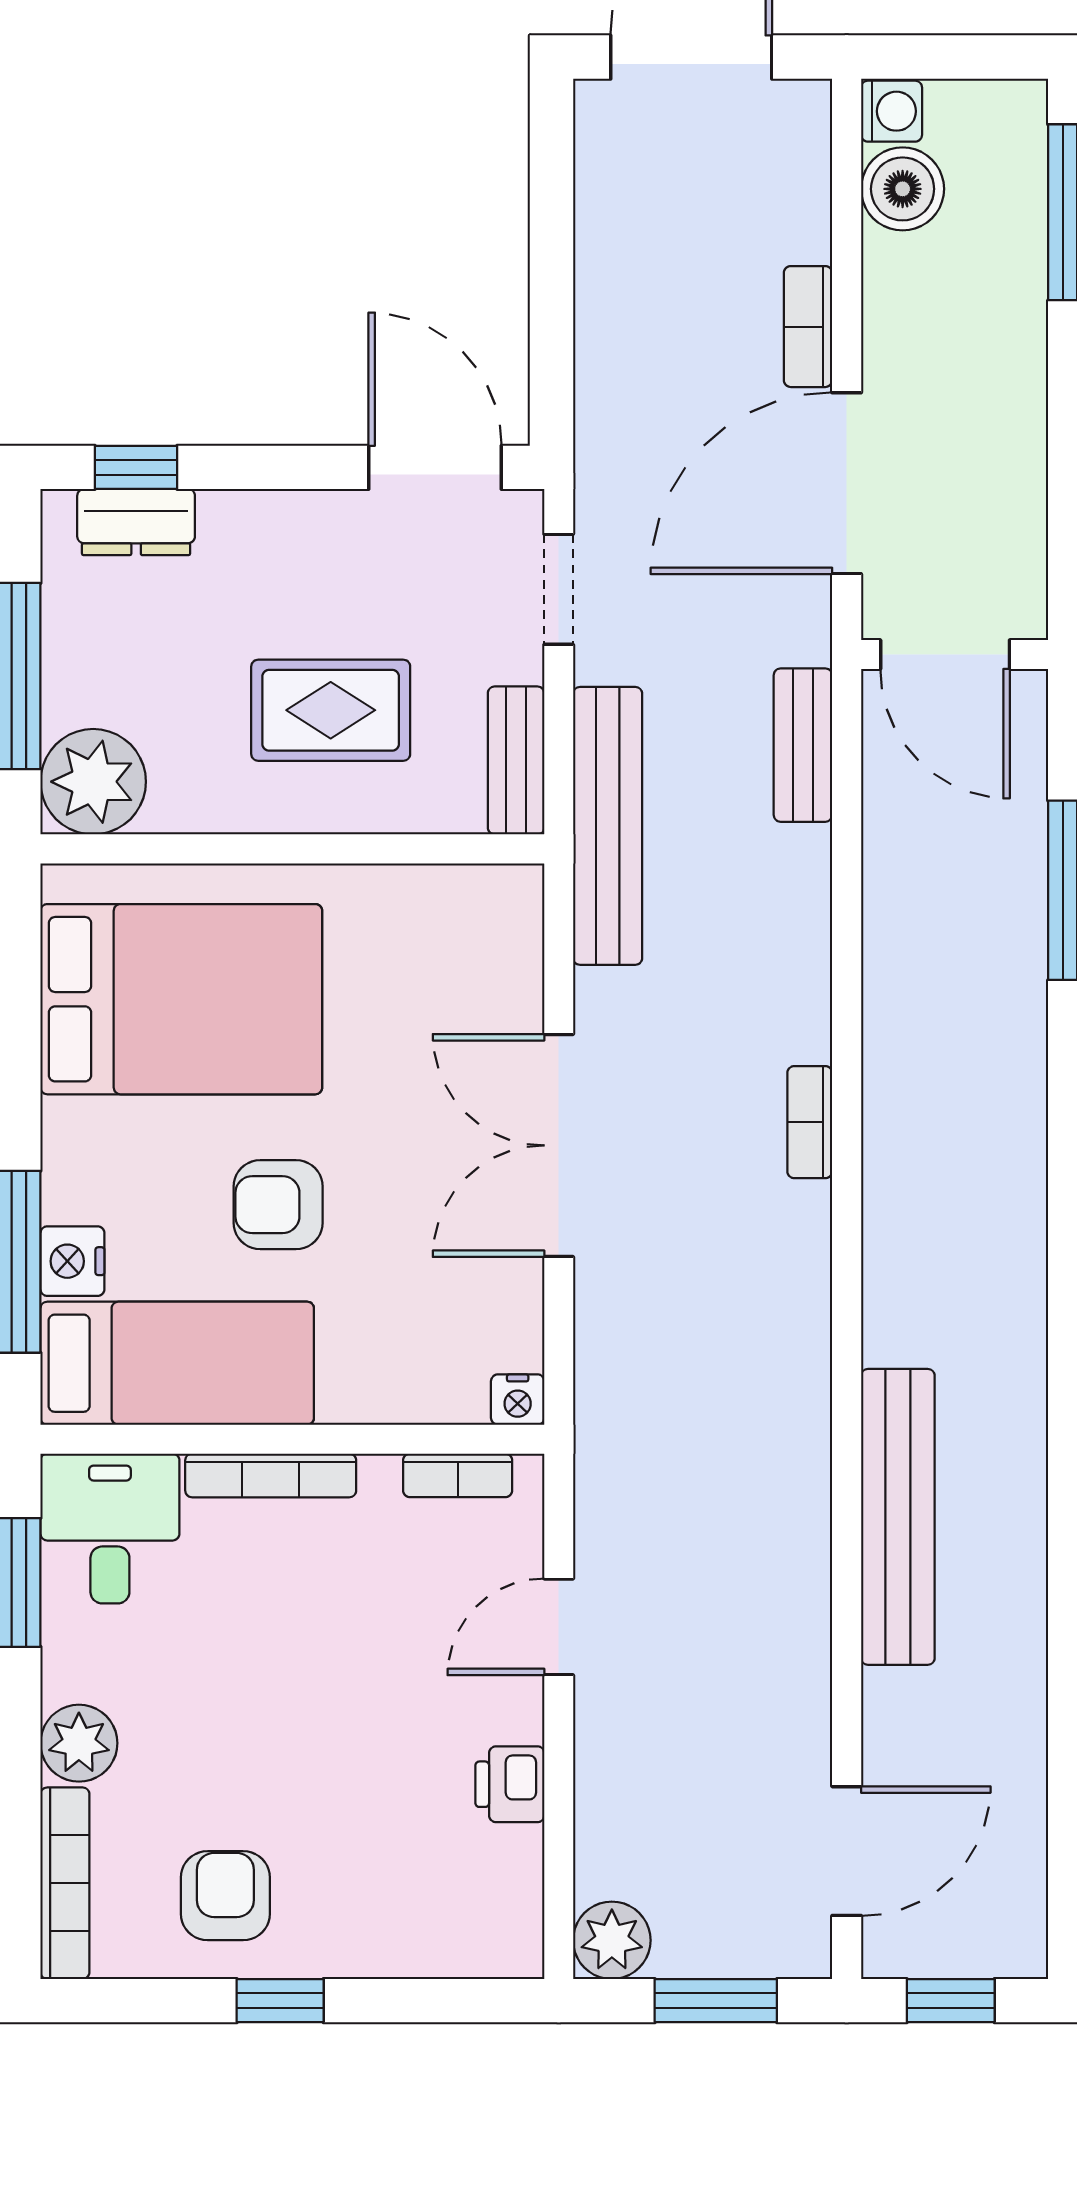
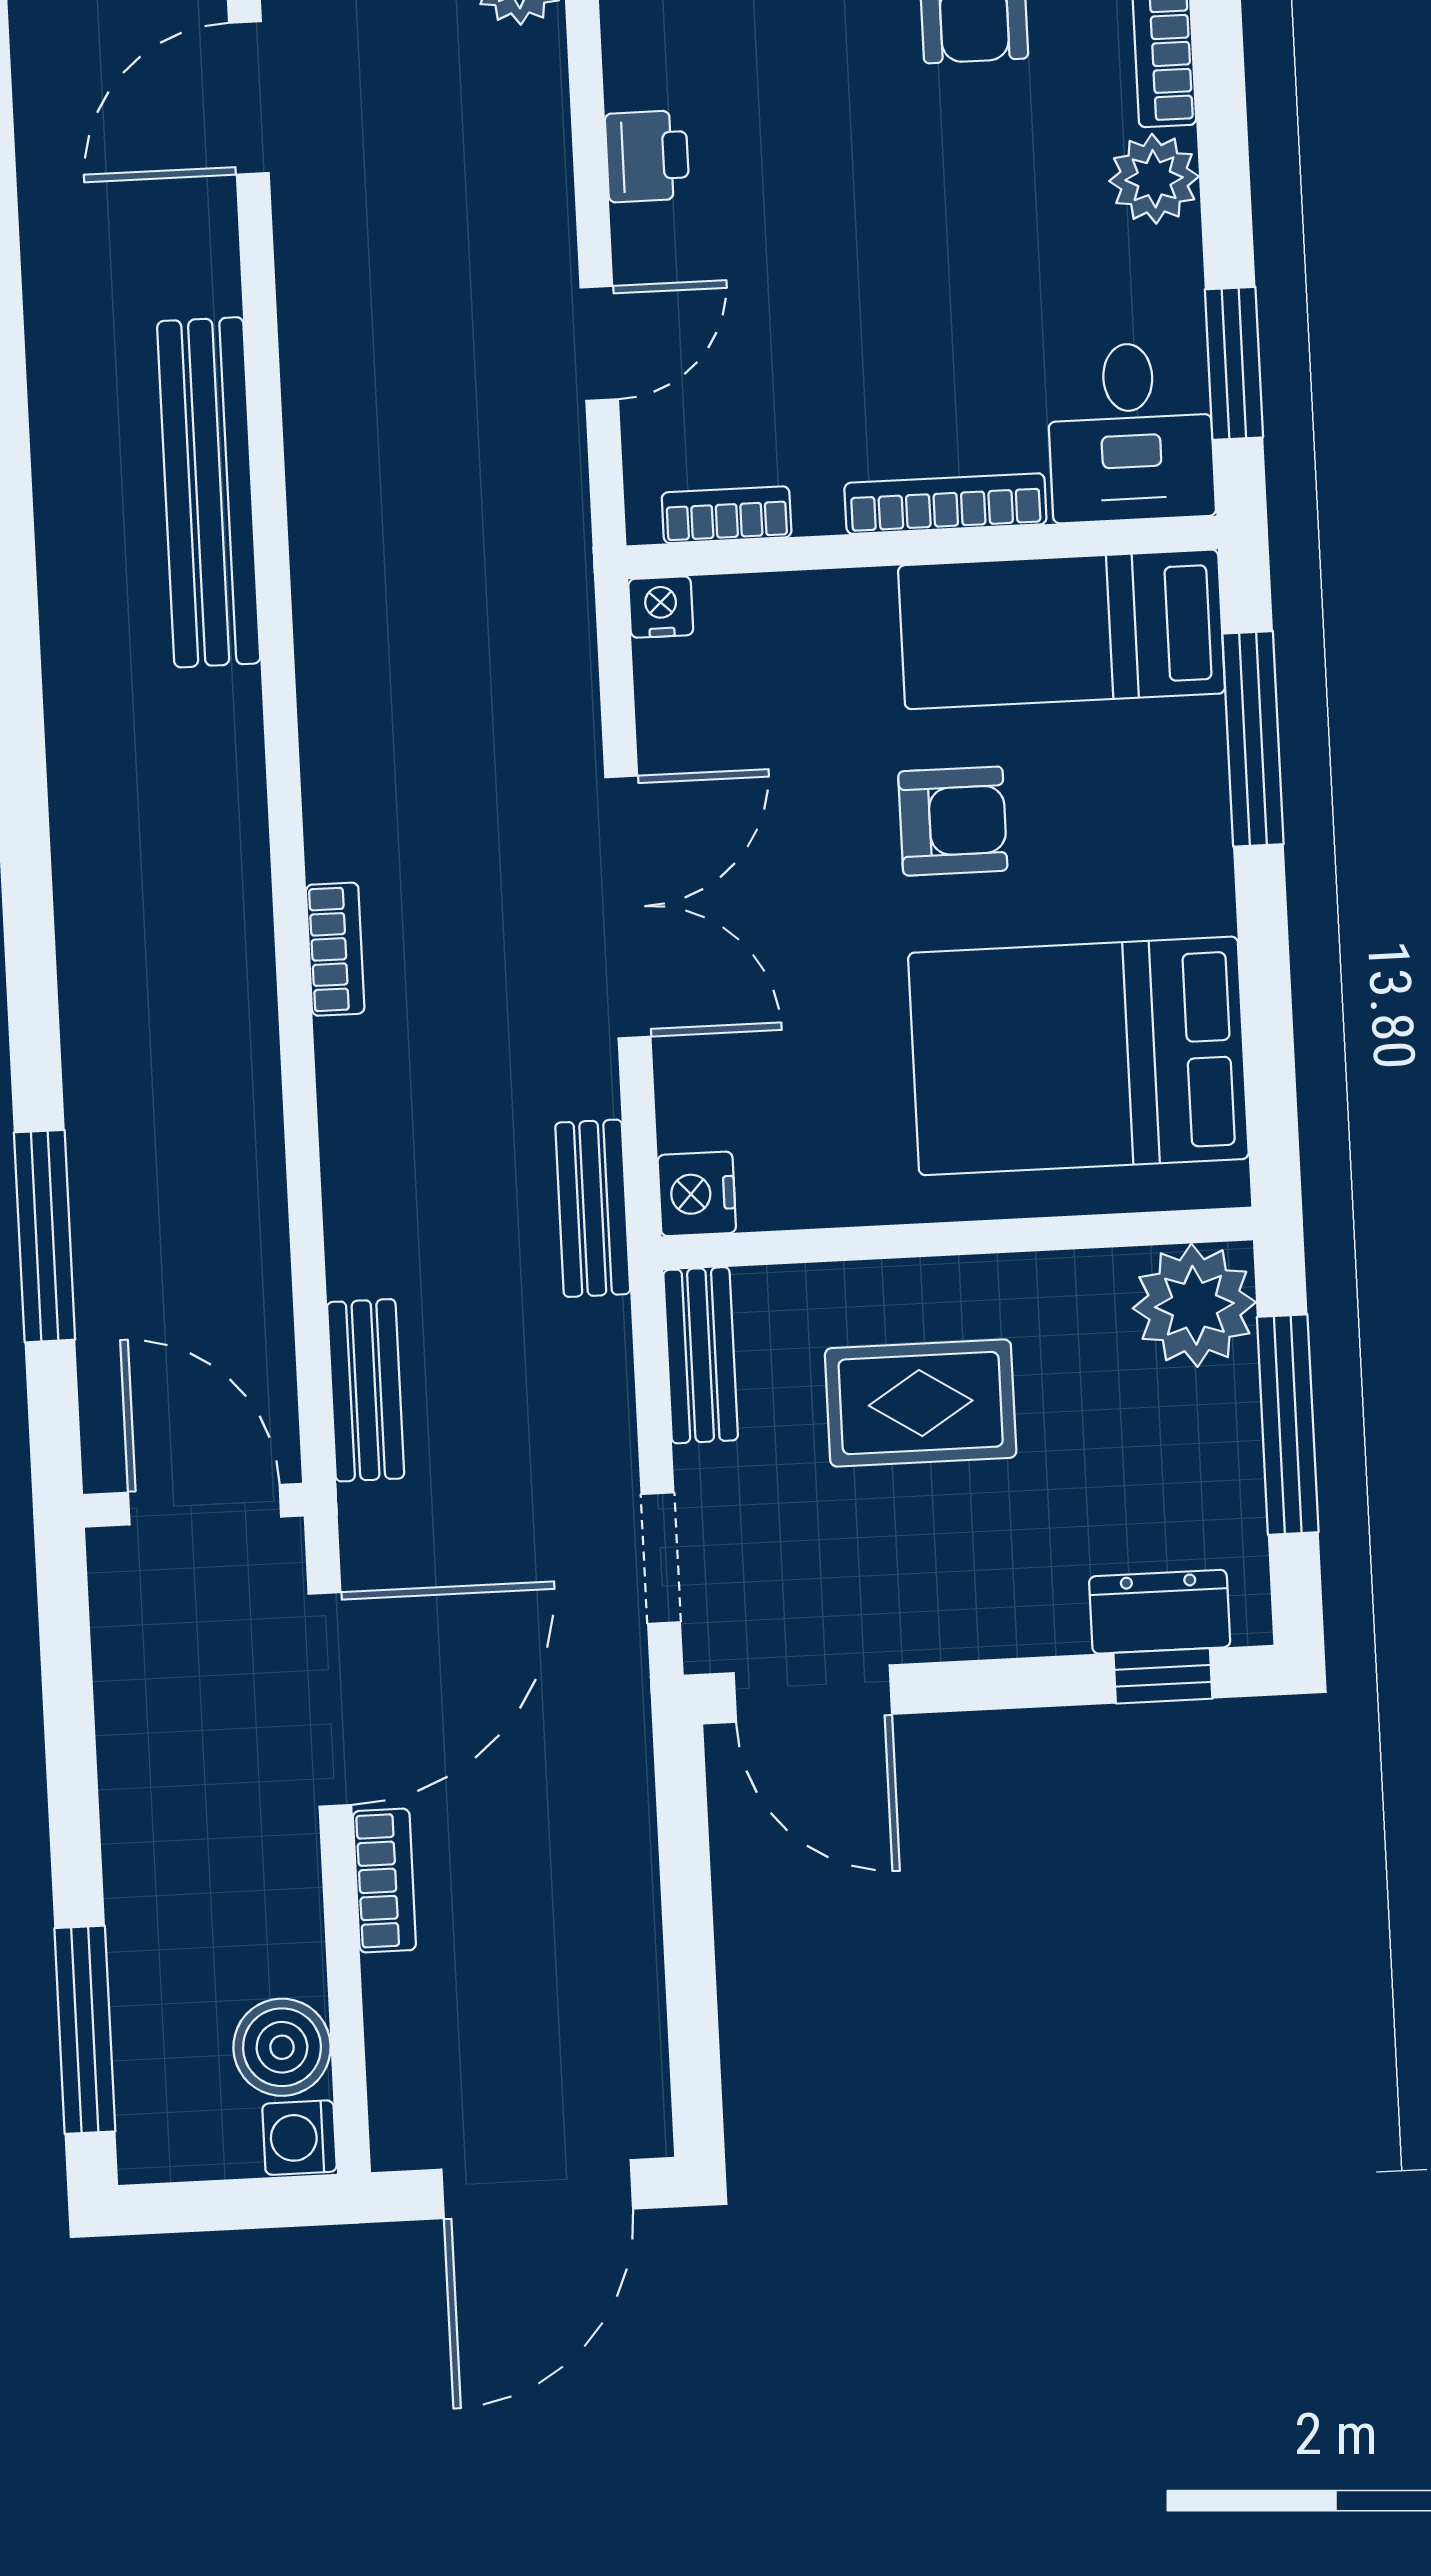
bench: (608, 826) -> (593, 1208), width x0.54, depth x0.82
nightstand: (72, 1261) -> (697, 1194), moved, turned 180

